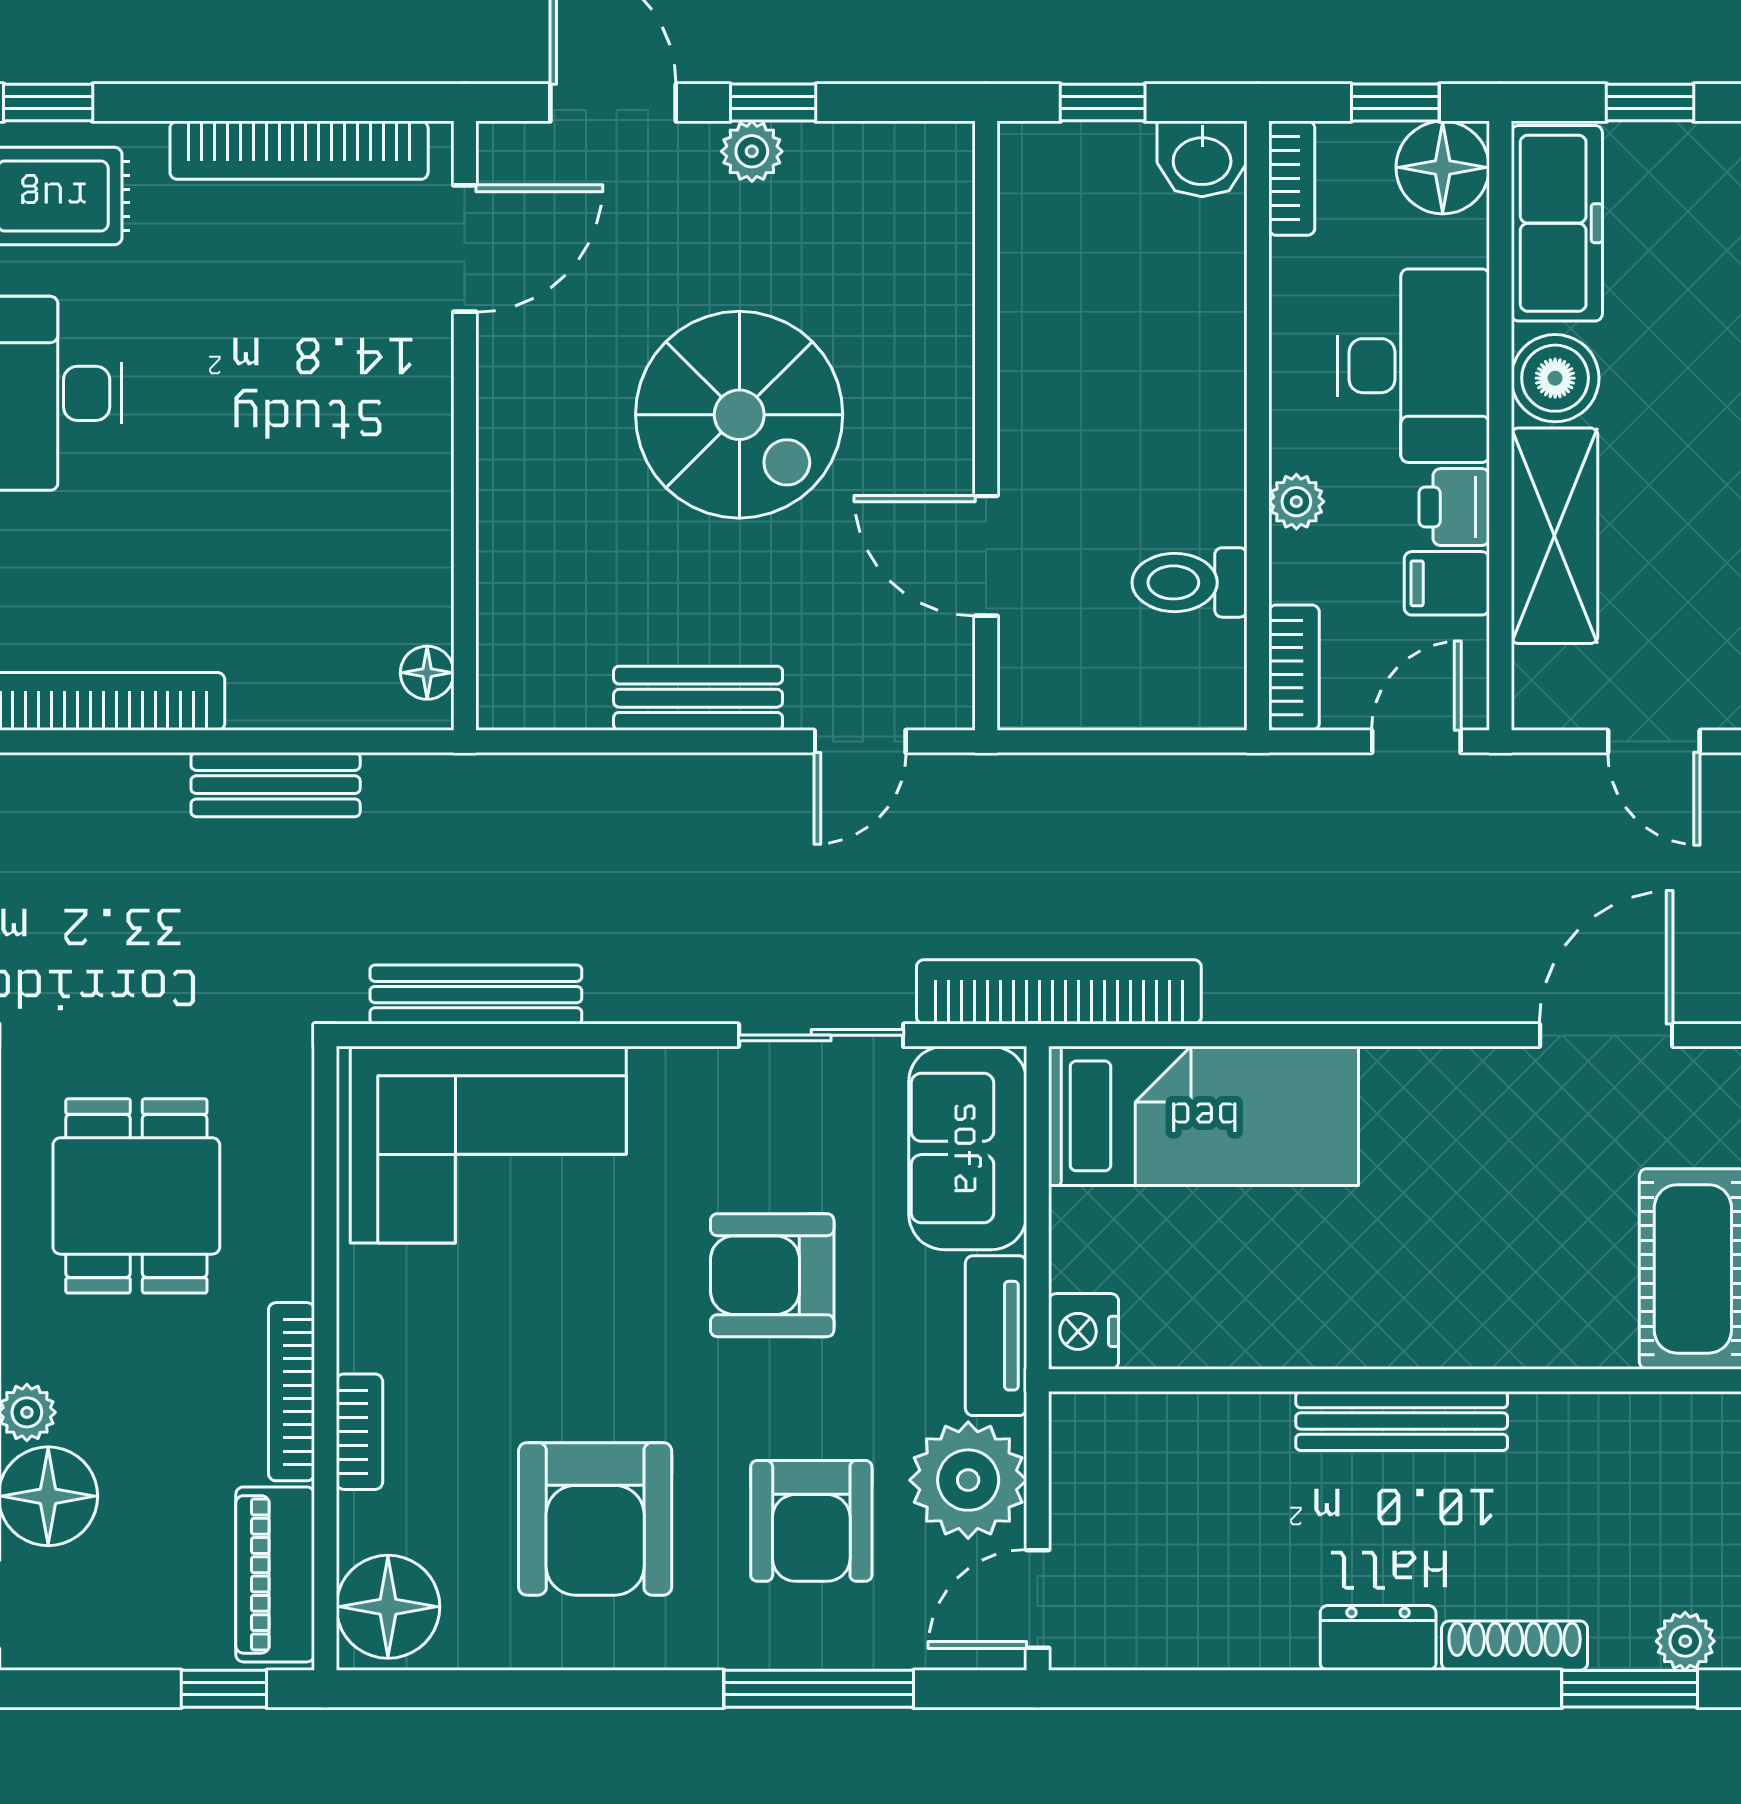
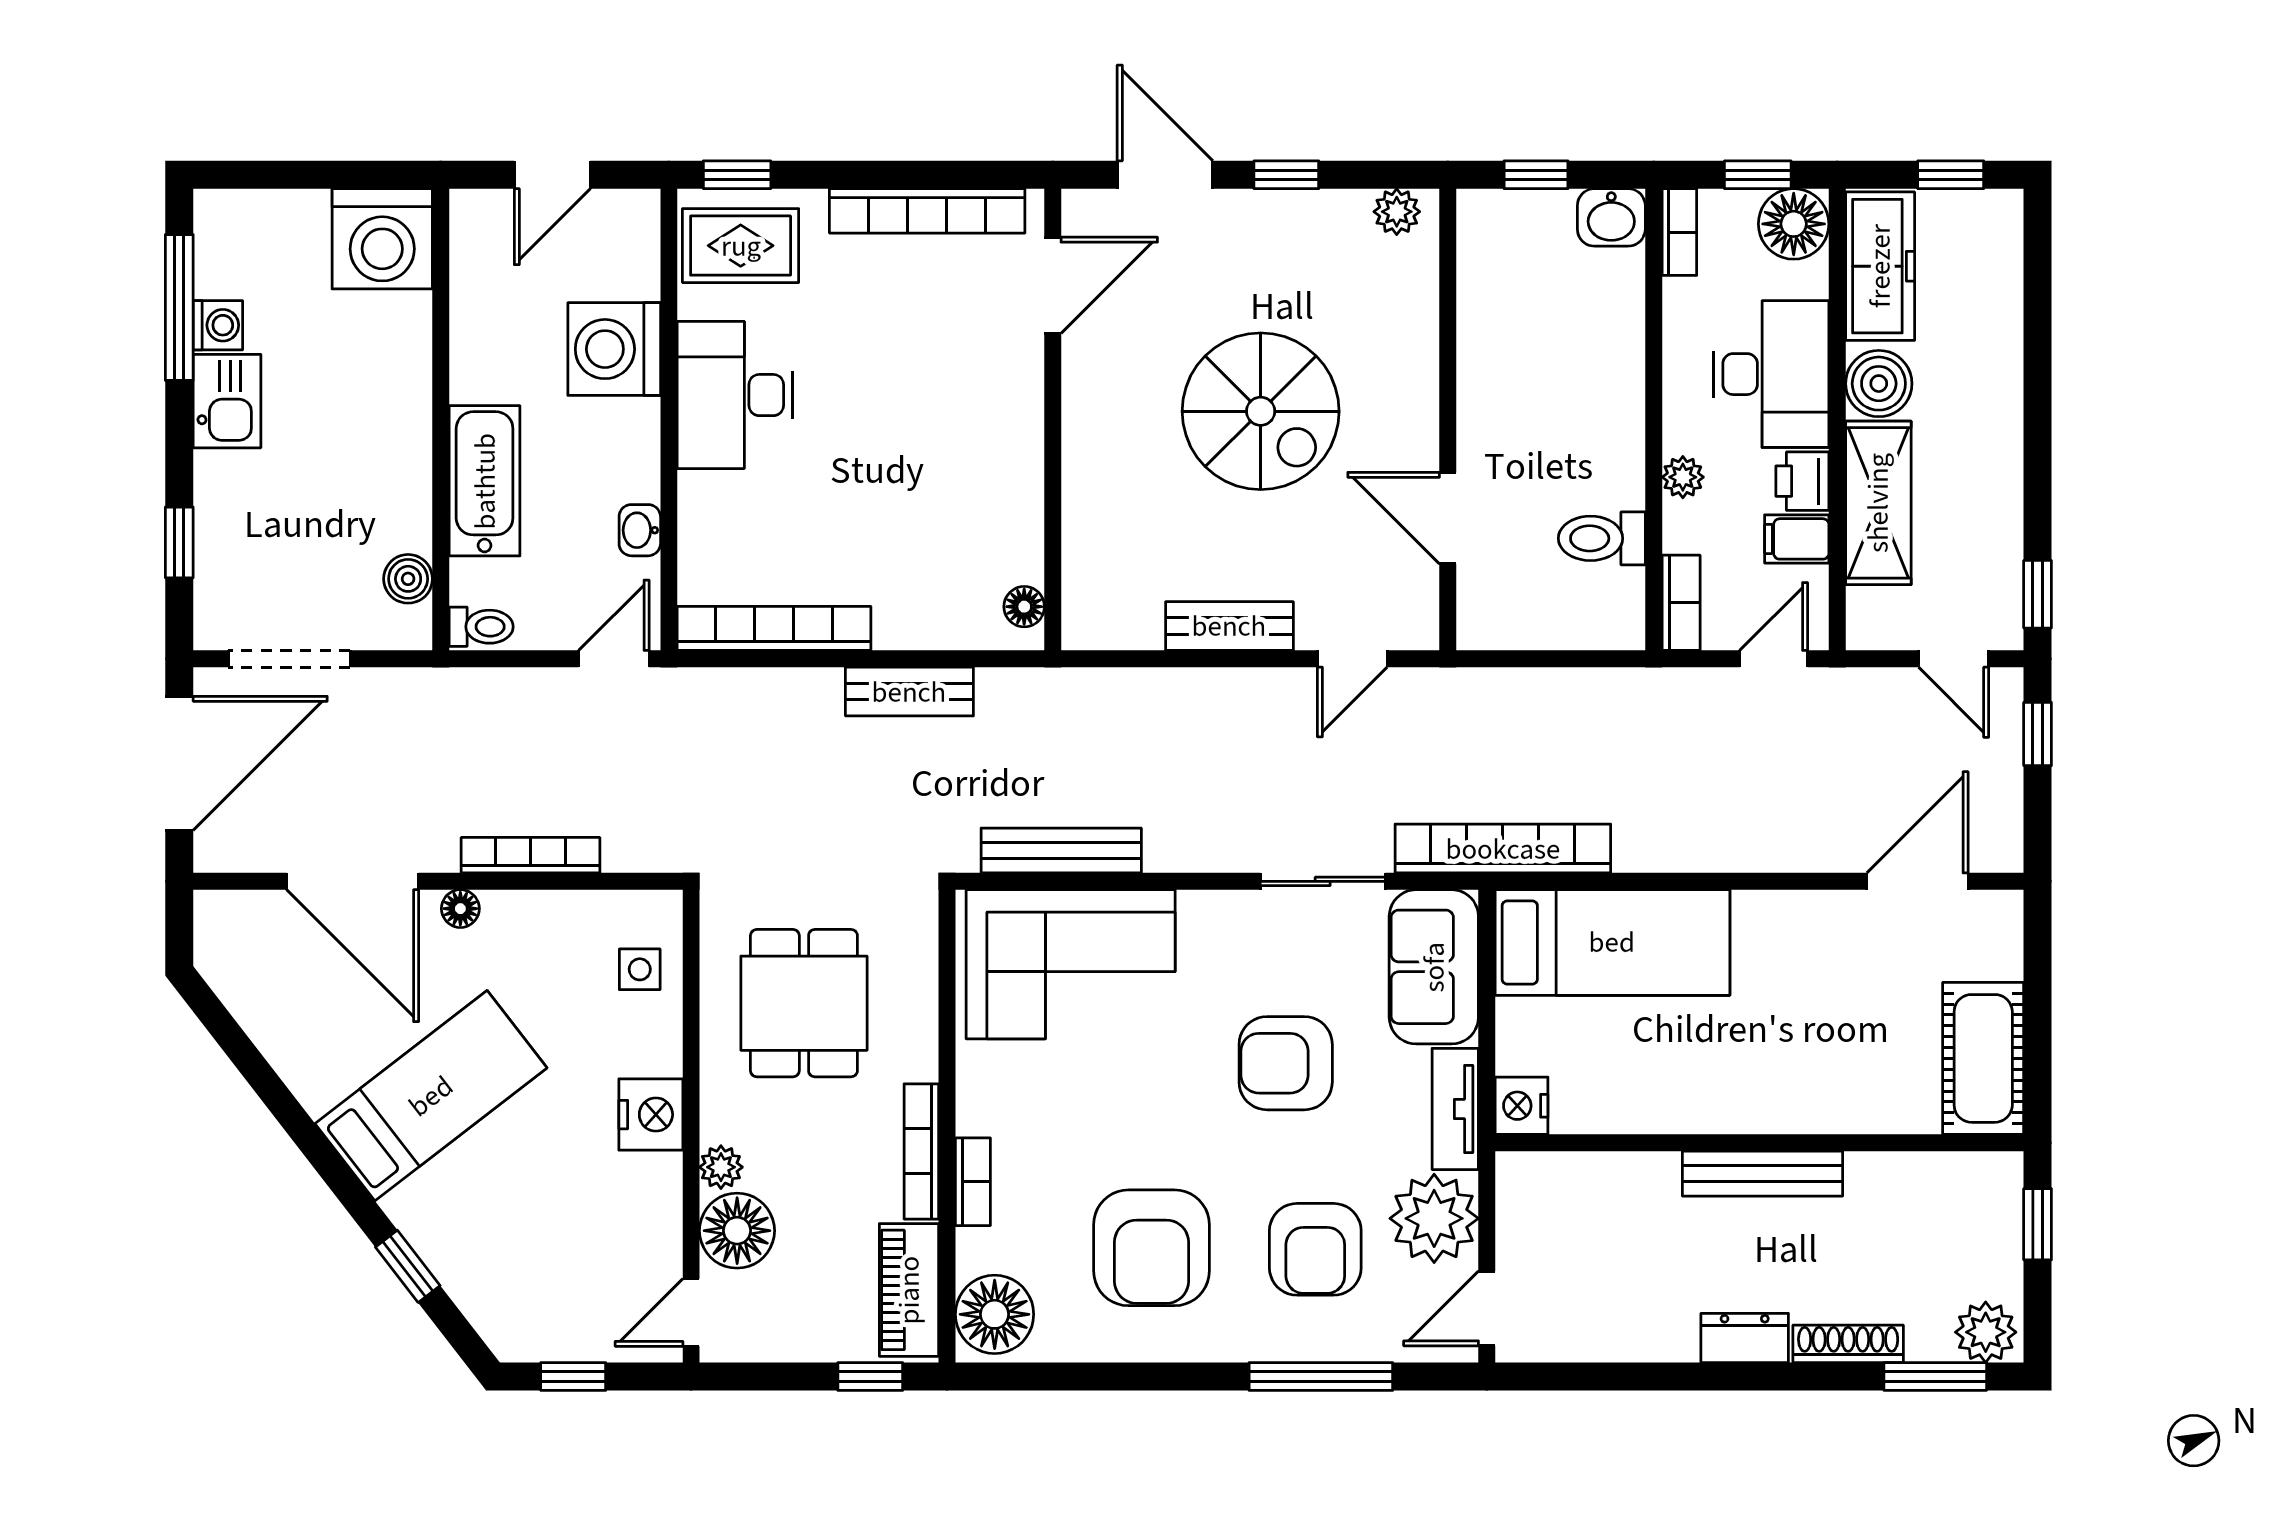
plant: (752, 151) -> (1397, 212), moved
plant: (1685, 1641) -> (1986, 1332), width x1.38, depth x1.38

